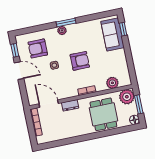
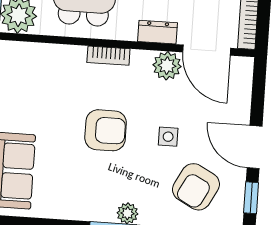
armchair: (38, 49) -> (196, 187), turned 118
armchair: (80, 61) -> (106, 130), turned 180
plant: (112, 83) -> (167, 66), moved

